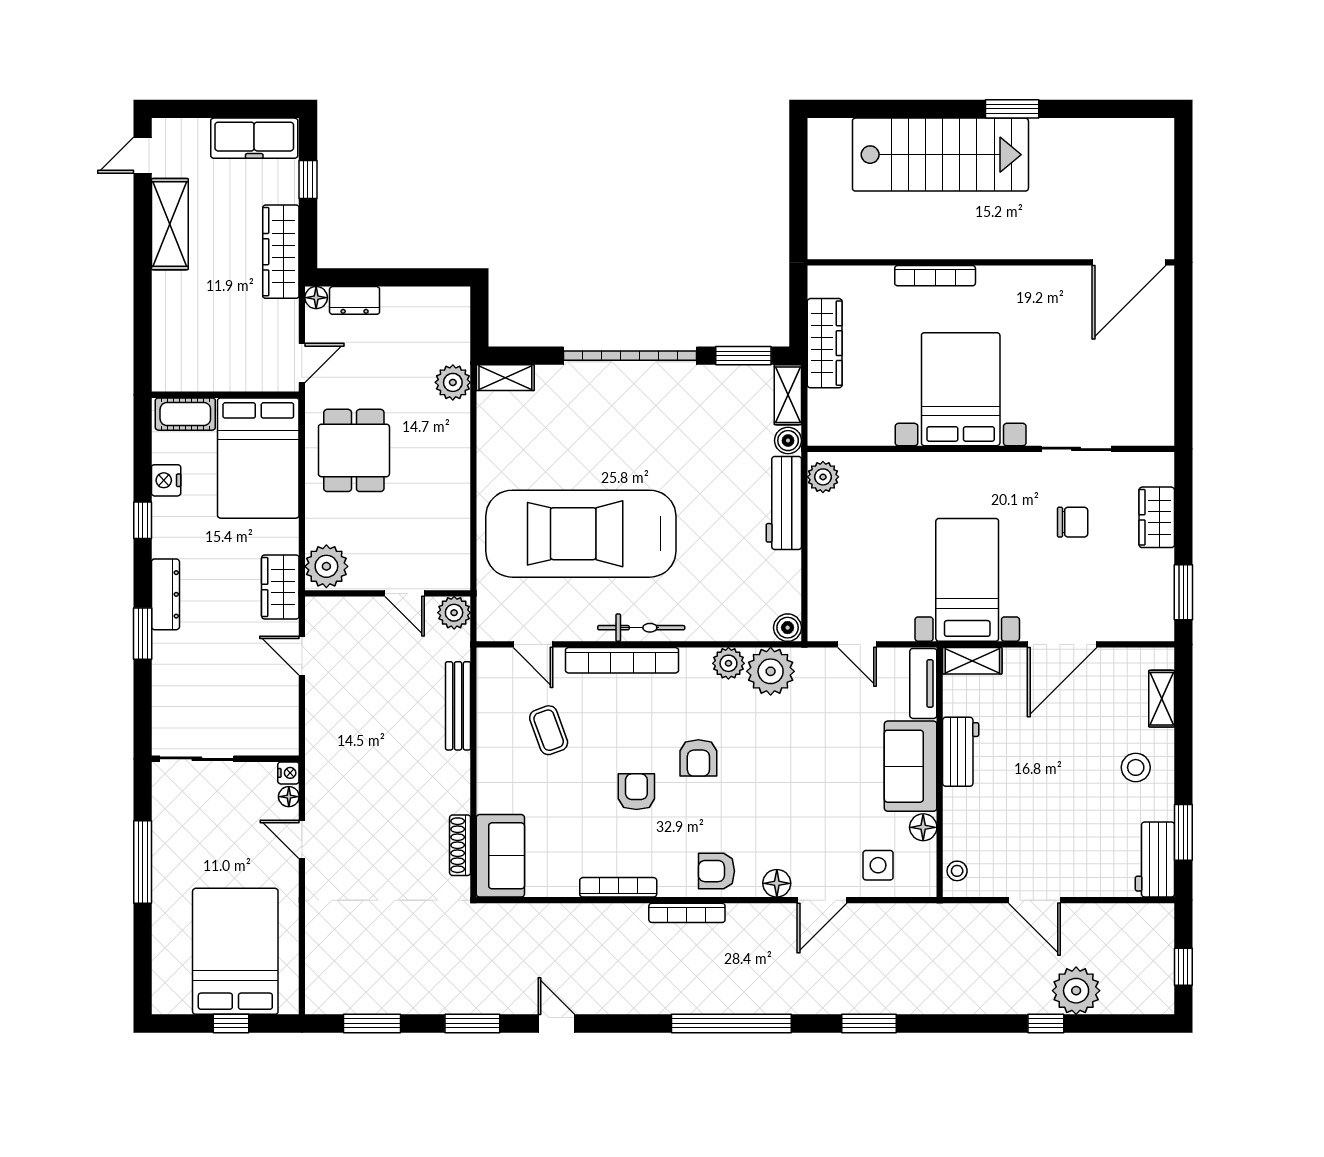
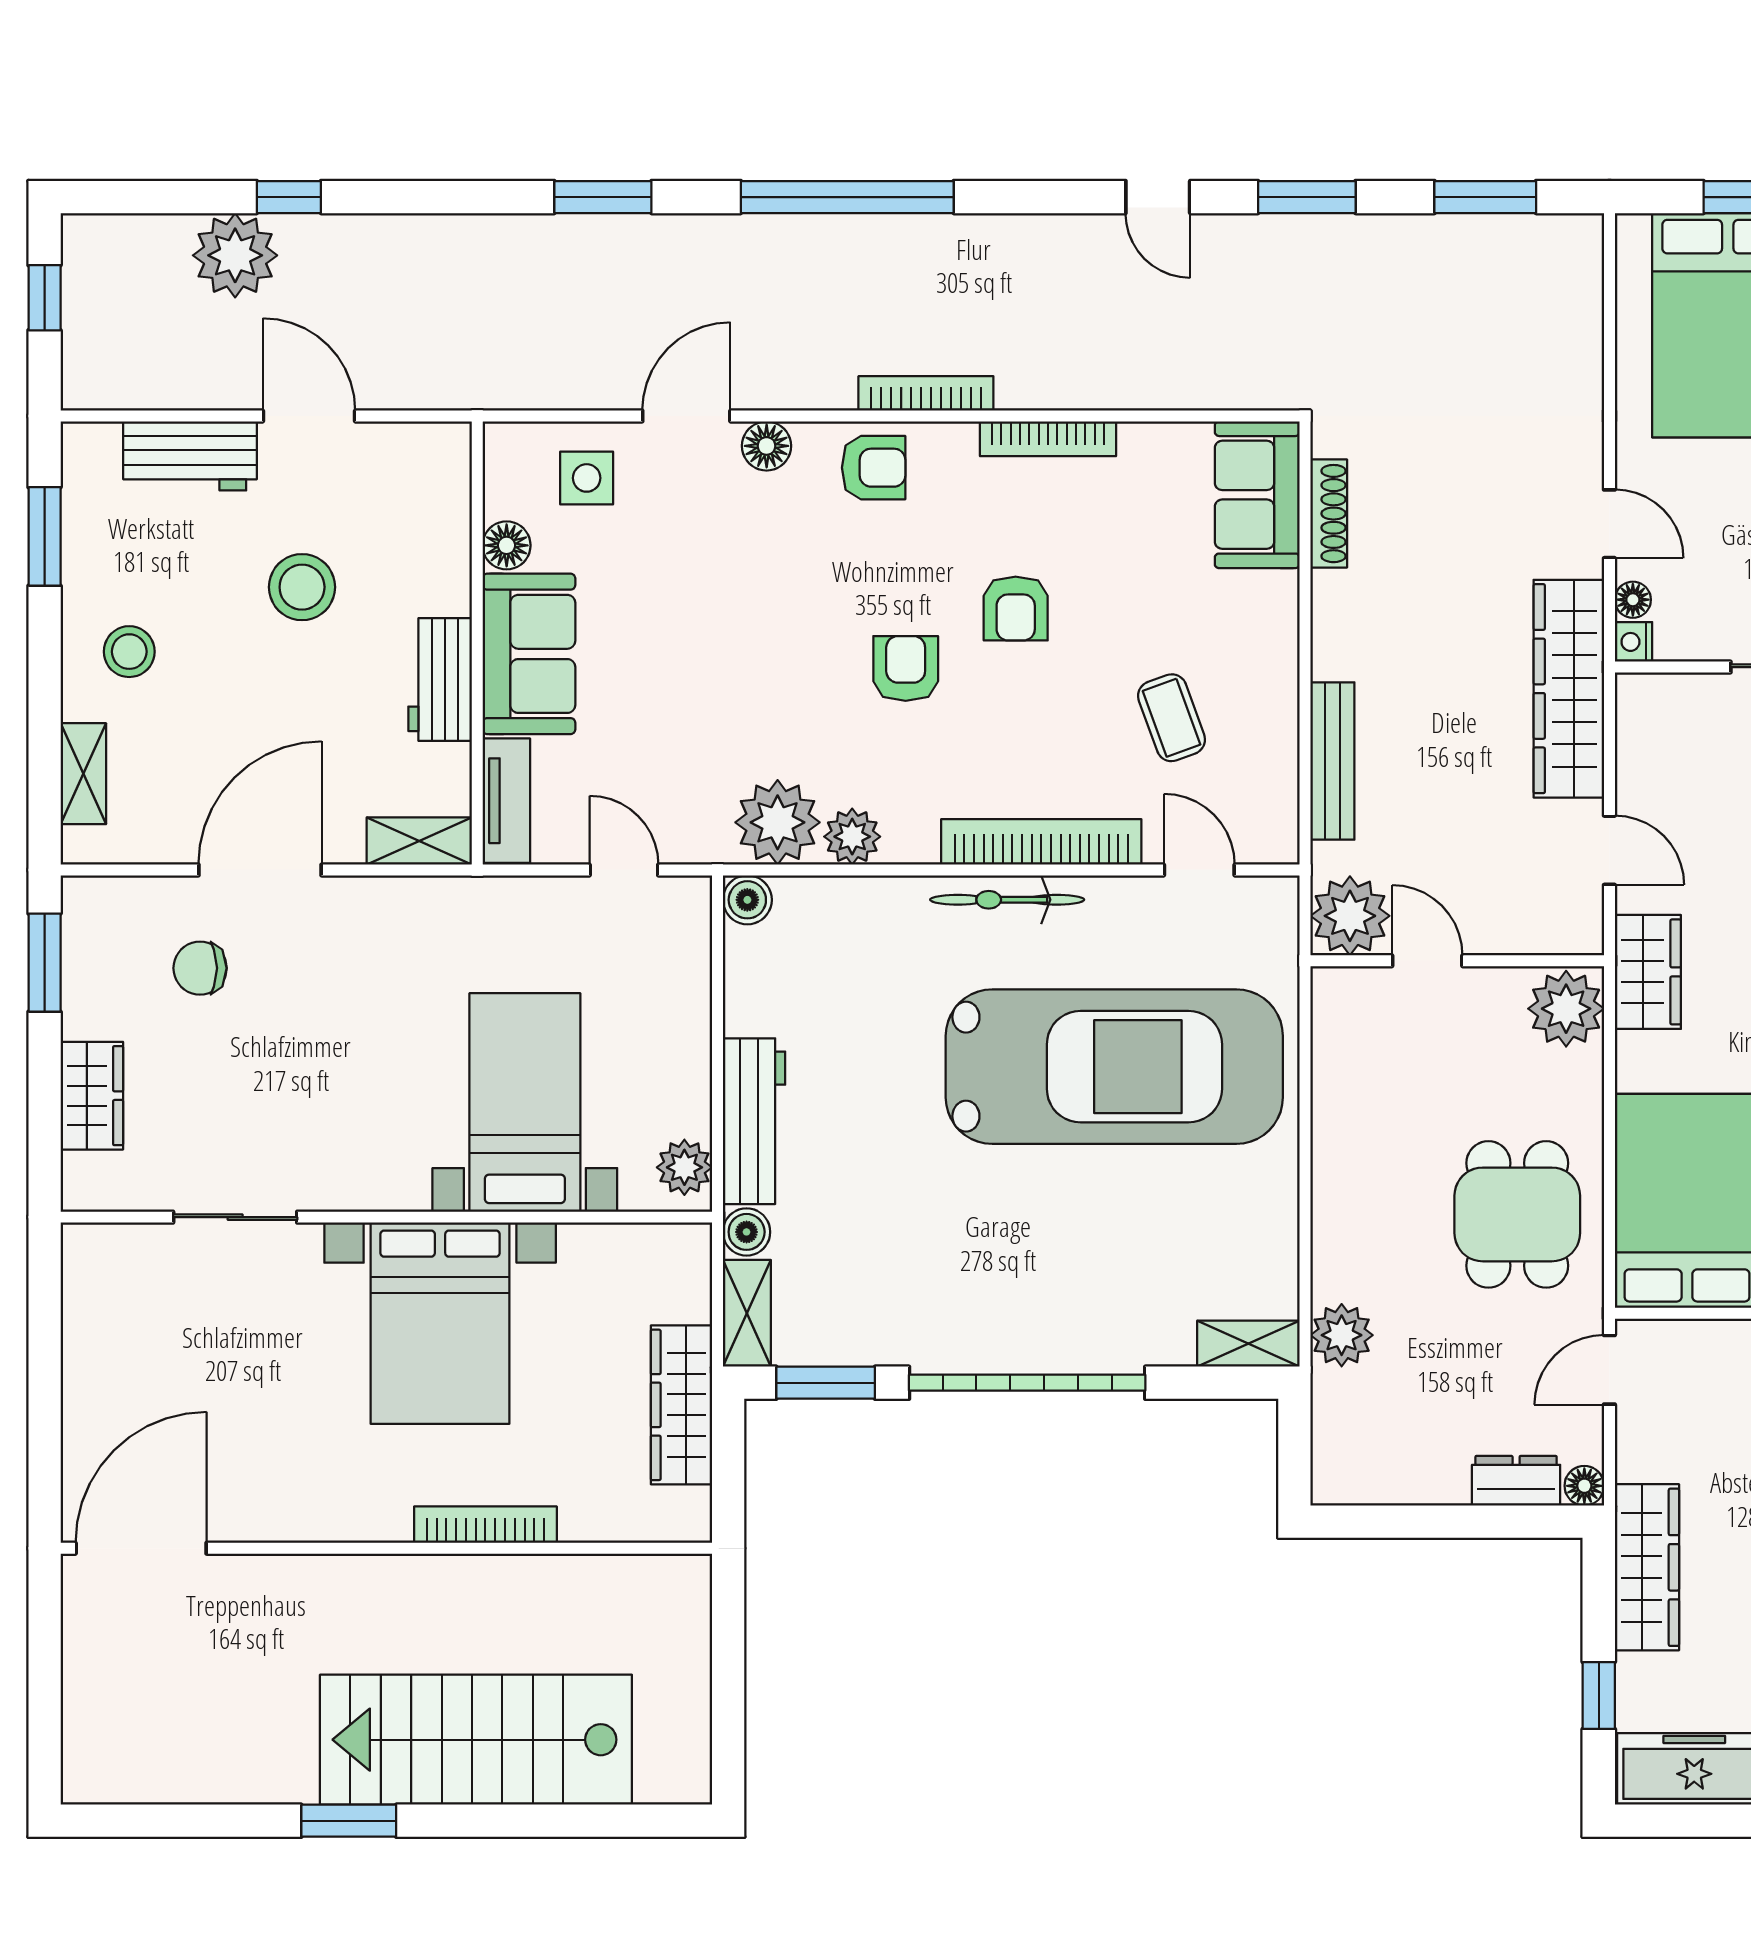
chair: (1073, 522) -> (200, 968), moved
bed with nightstands: (967, 580) -> (525, 1102), moved, turned 180
plant: (454, 613) -> (1350, 916), width x1.36, depth x1.36
wardrobe: (325, 747) -> (1569, 689), added
workbench: (1155, 859) -> (190, 456), moved, turned 90
stool: (957, 871) -> (302, 587), moved, width x1.89, depth x1.89

